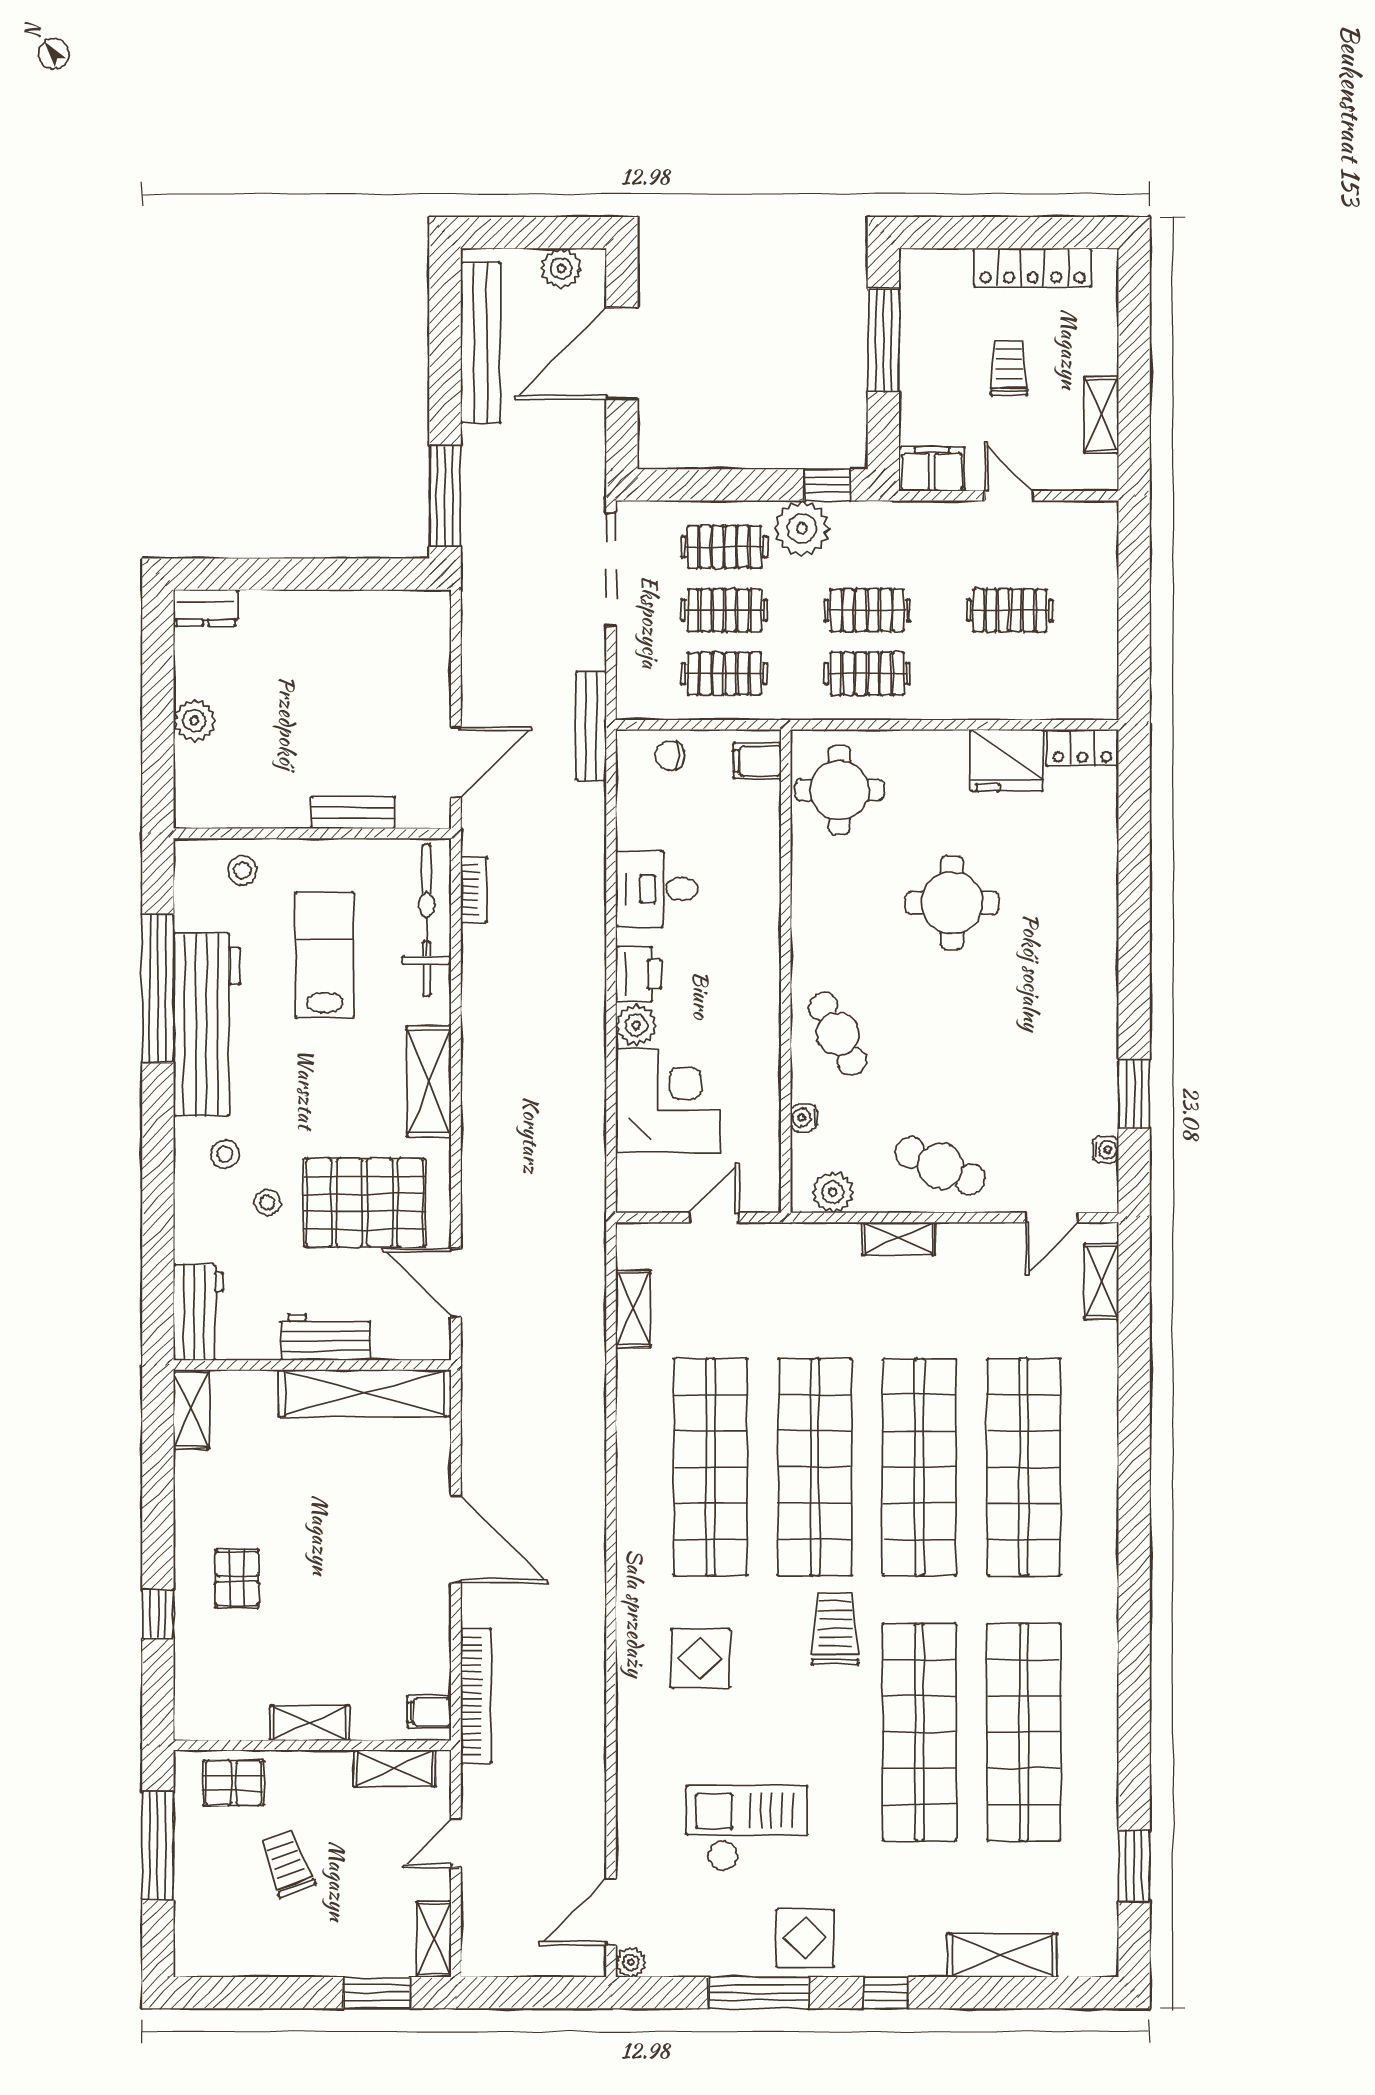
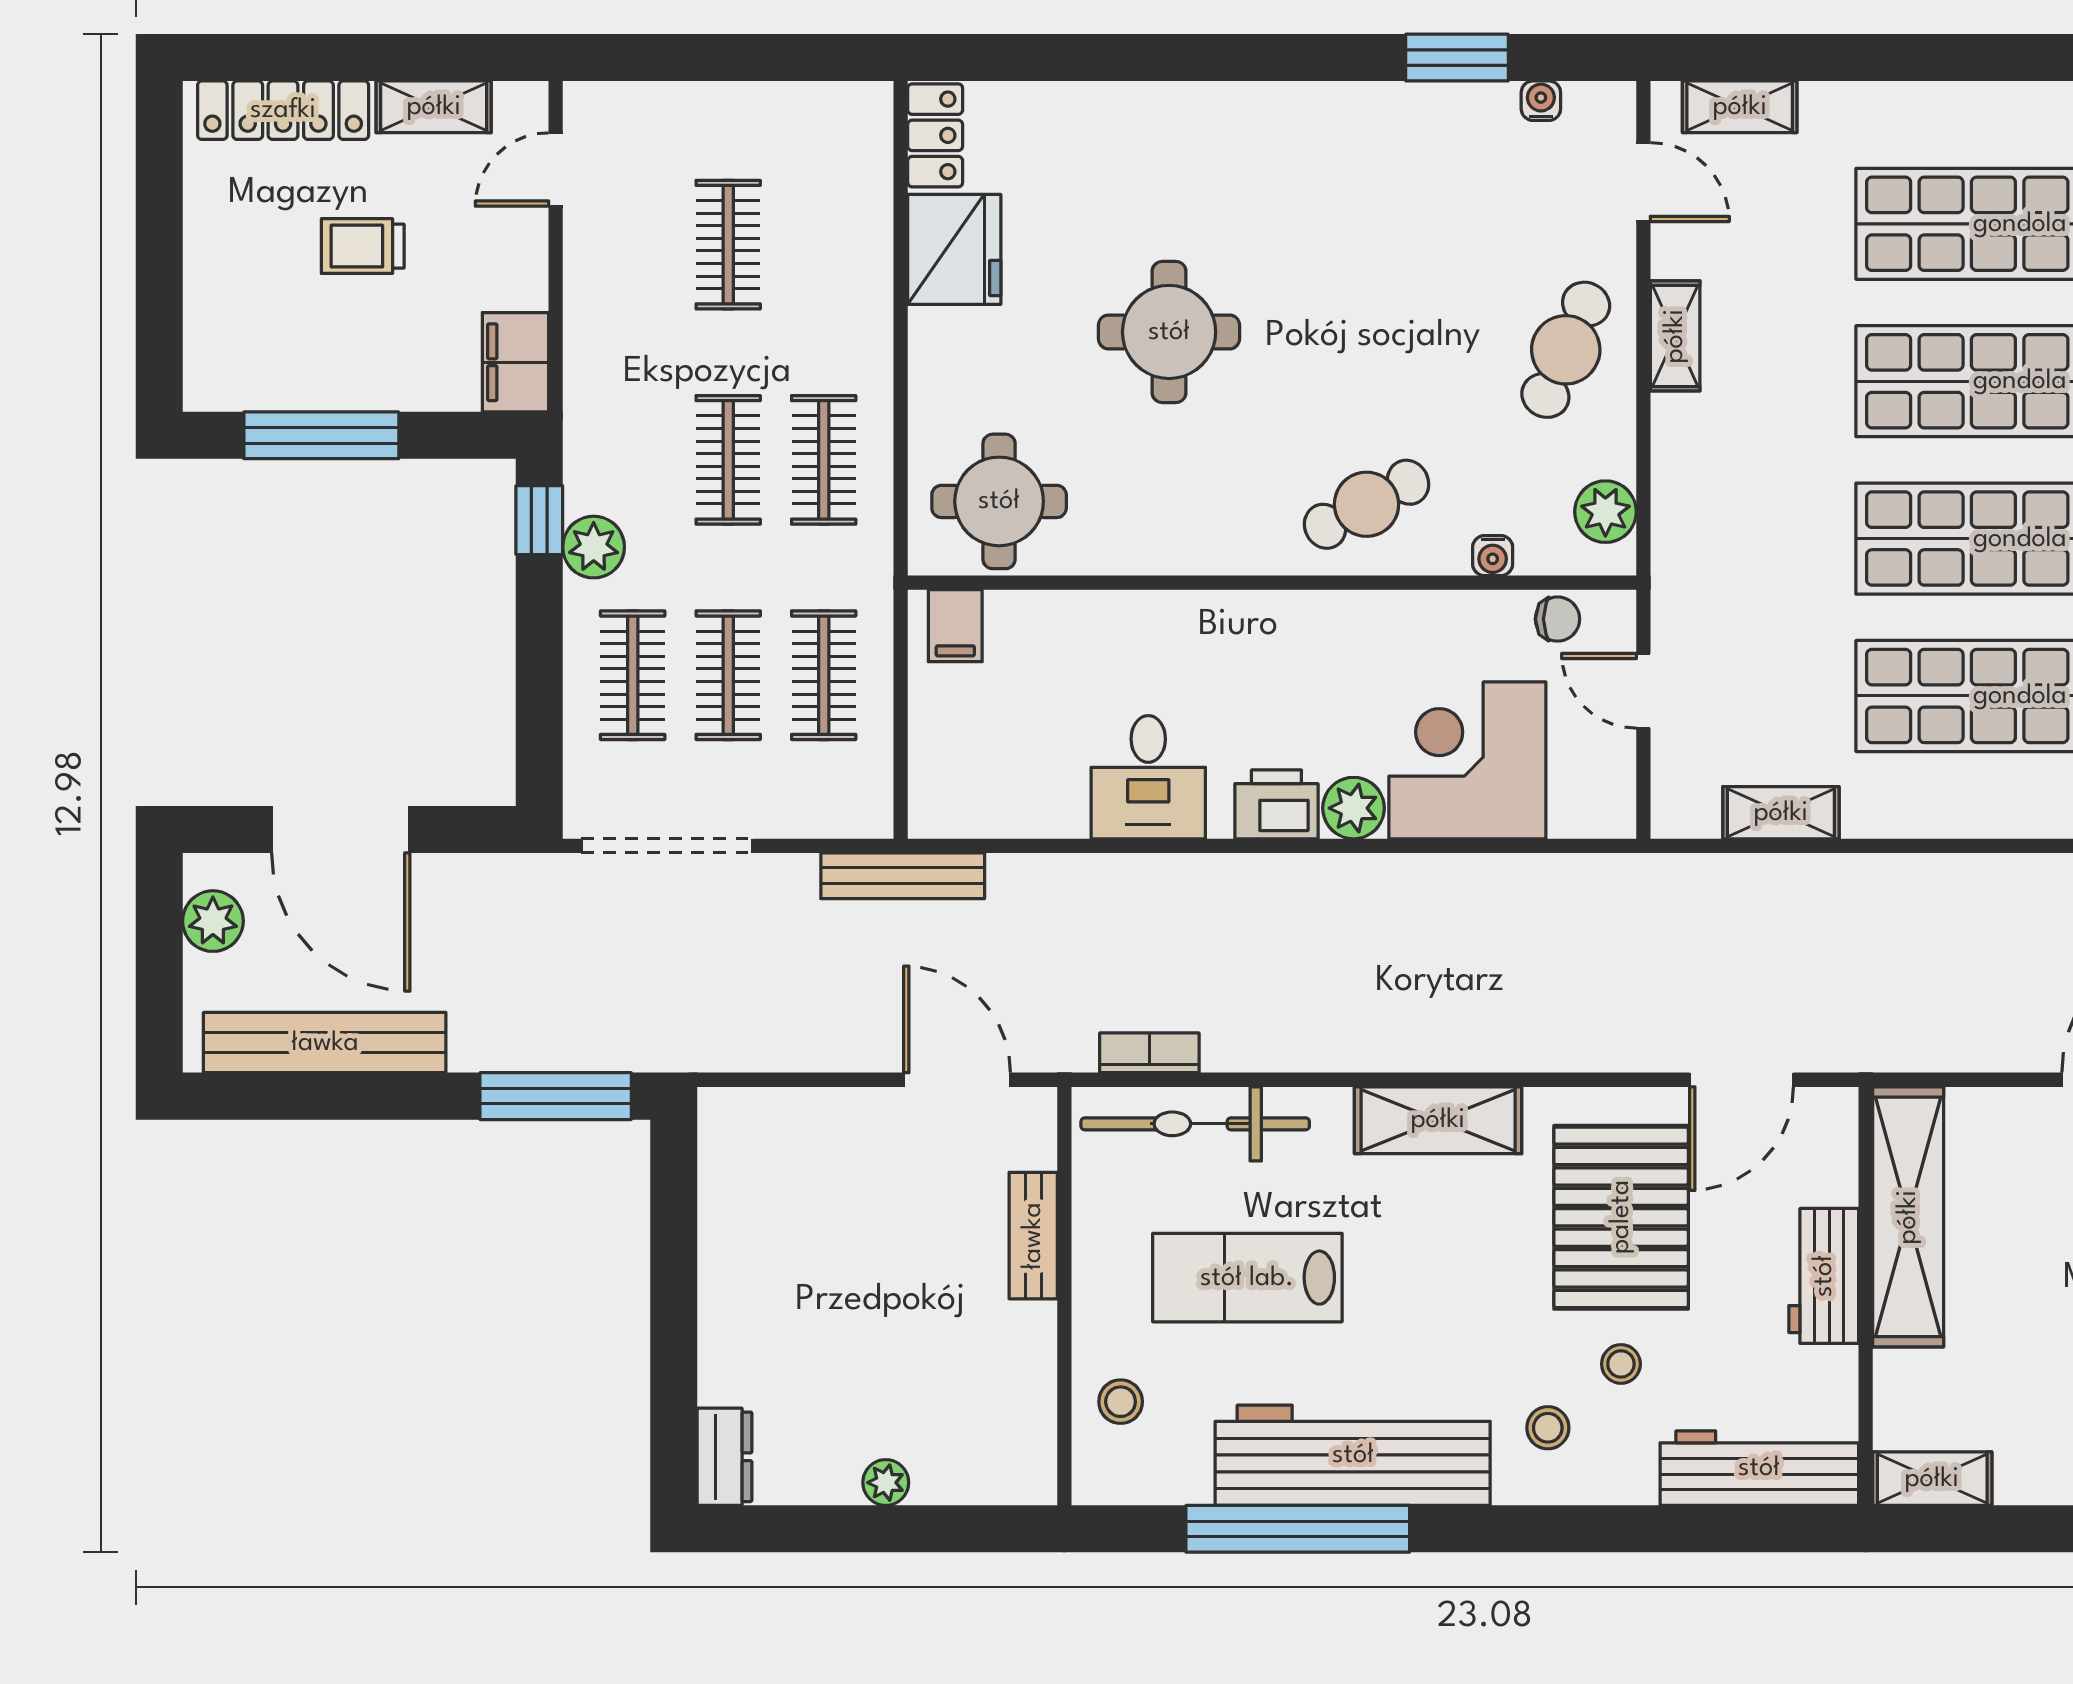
locker: (1033, 268) -> (283, 110), moved, turned 90
door: (1009, 496) -> (556, 169), moved
plant: (802, 528) -> (594, 547), width x0.73, depth x0.73
plant: (194, 721) -> (886, 1483), width x0.73, depth x0.73
chair: (670, 756) -> (1558, 619), moved, turned -90
shelving: (899, 1239) -> (1675, 336), moved
workbench: (198, 1312) -> (1759, 1468), width x1.38

